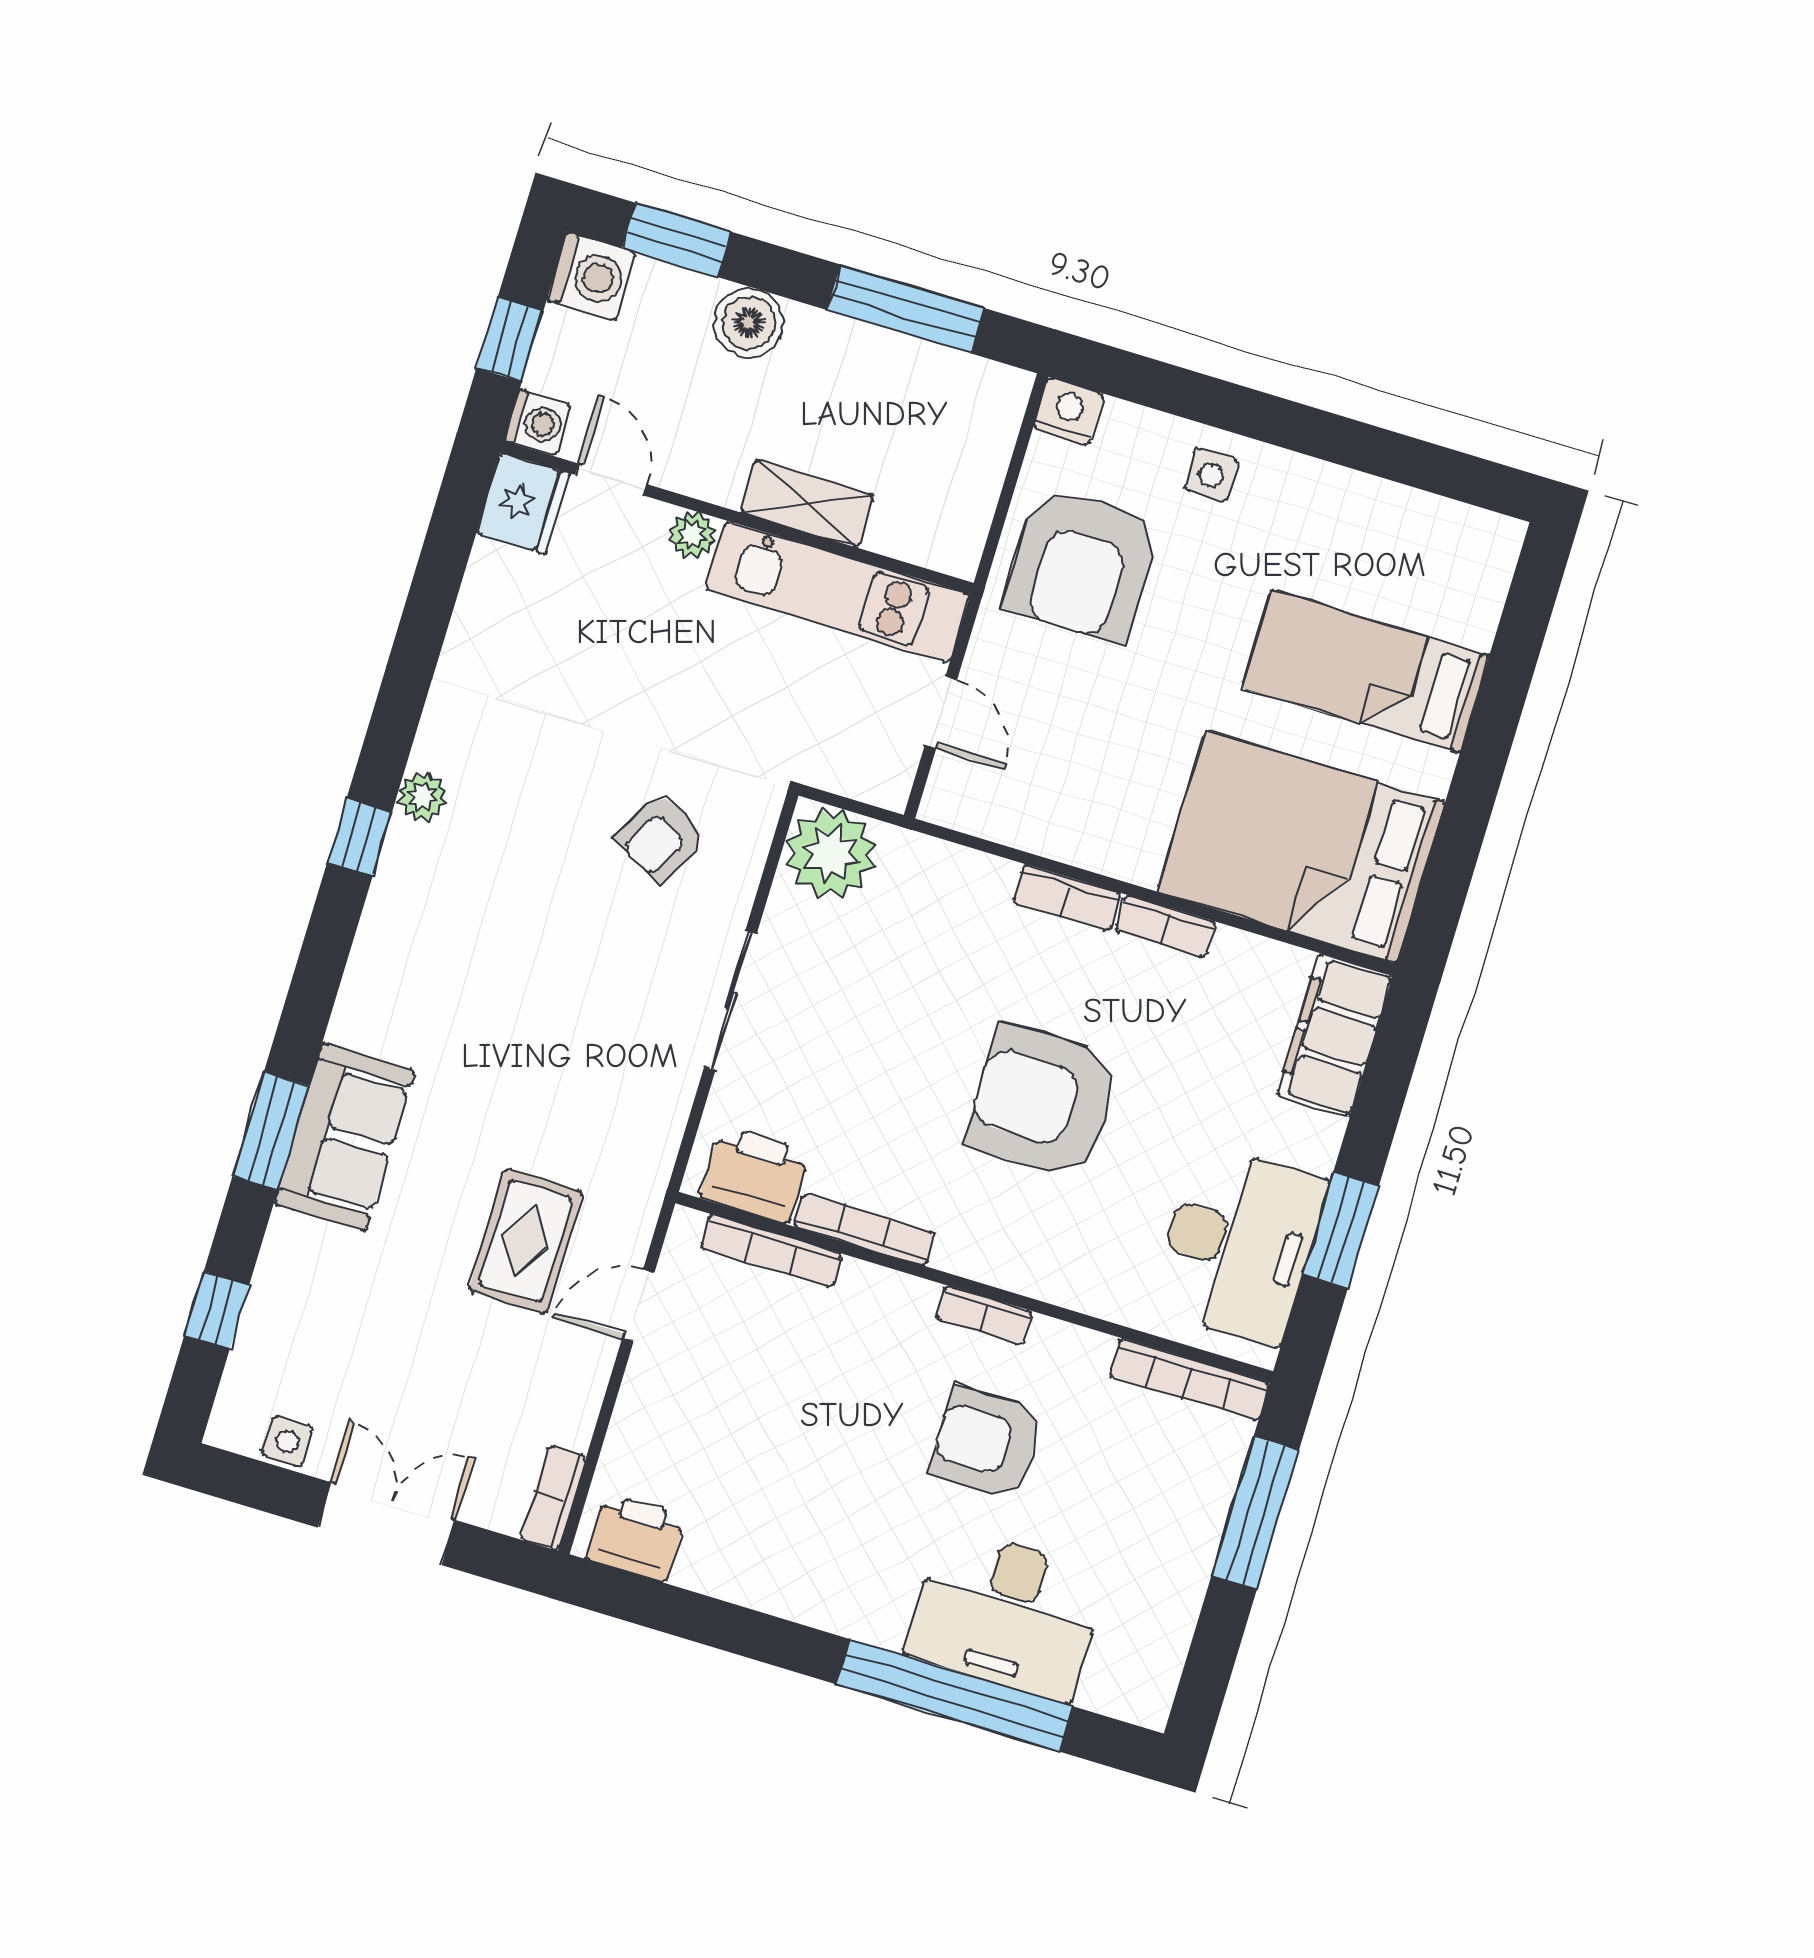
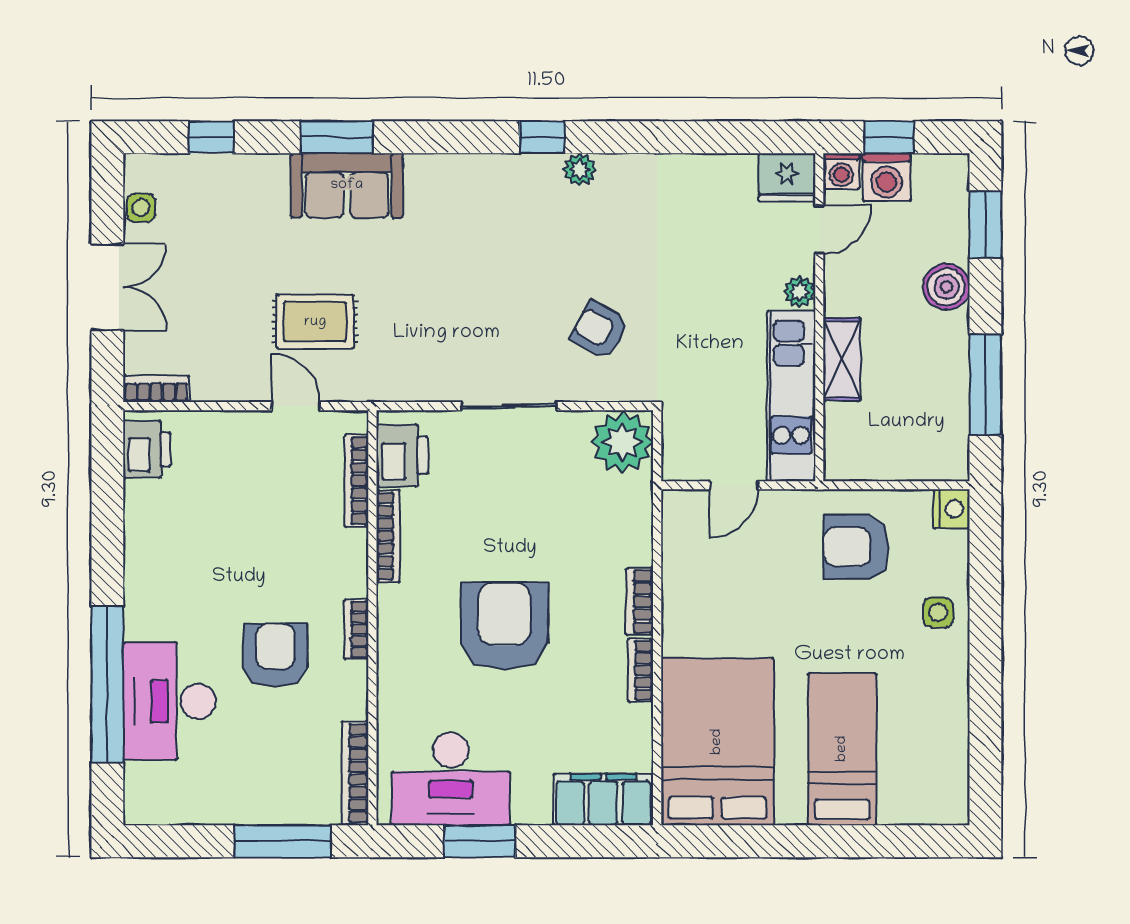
washing machine: (591, 276) -> (887, 177), moved
armchair: (1082, 564) -> (856, 547), width x0.73, depth x0.73

